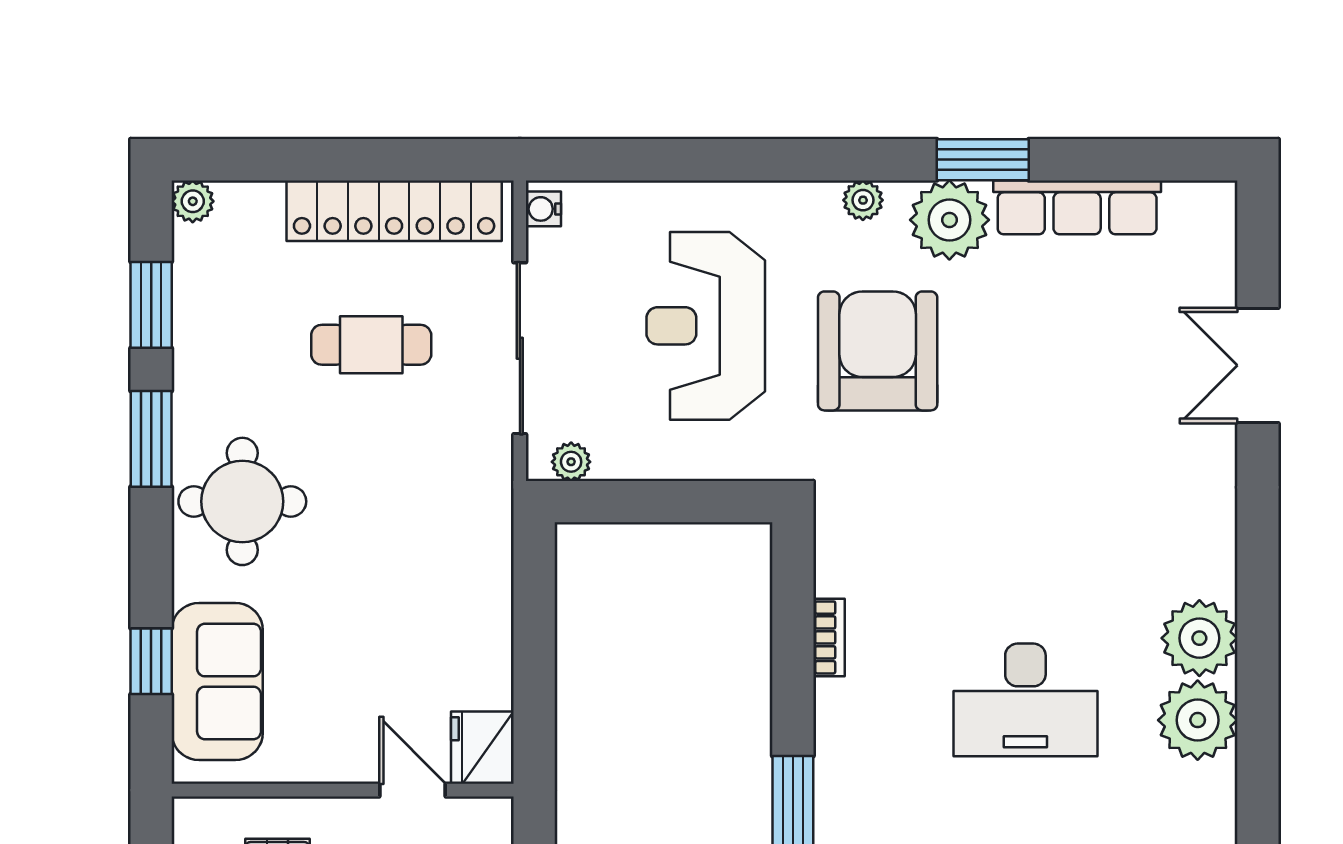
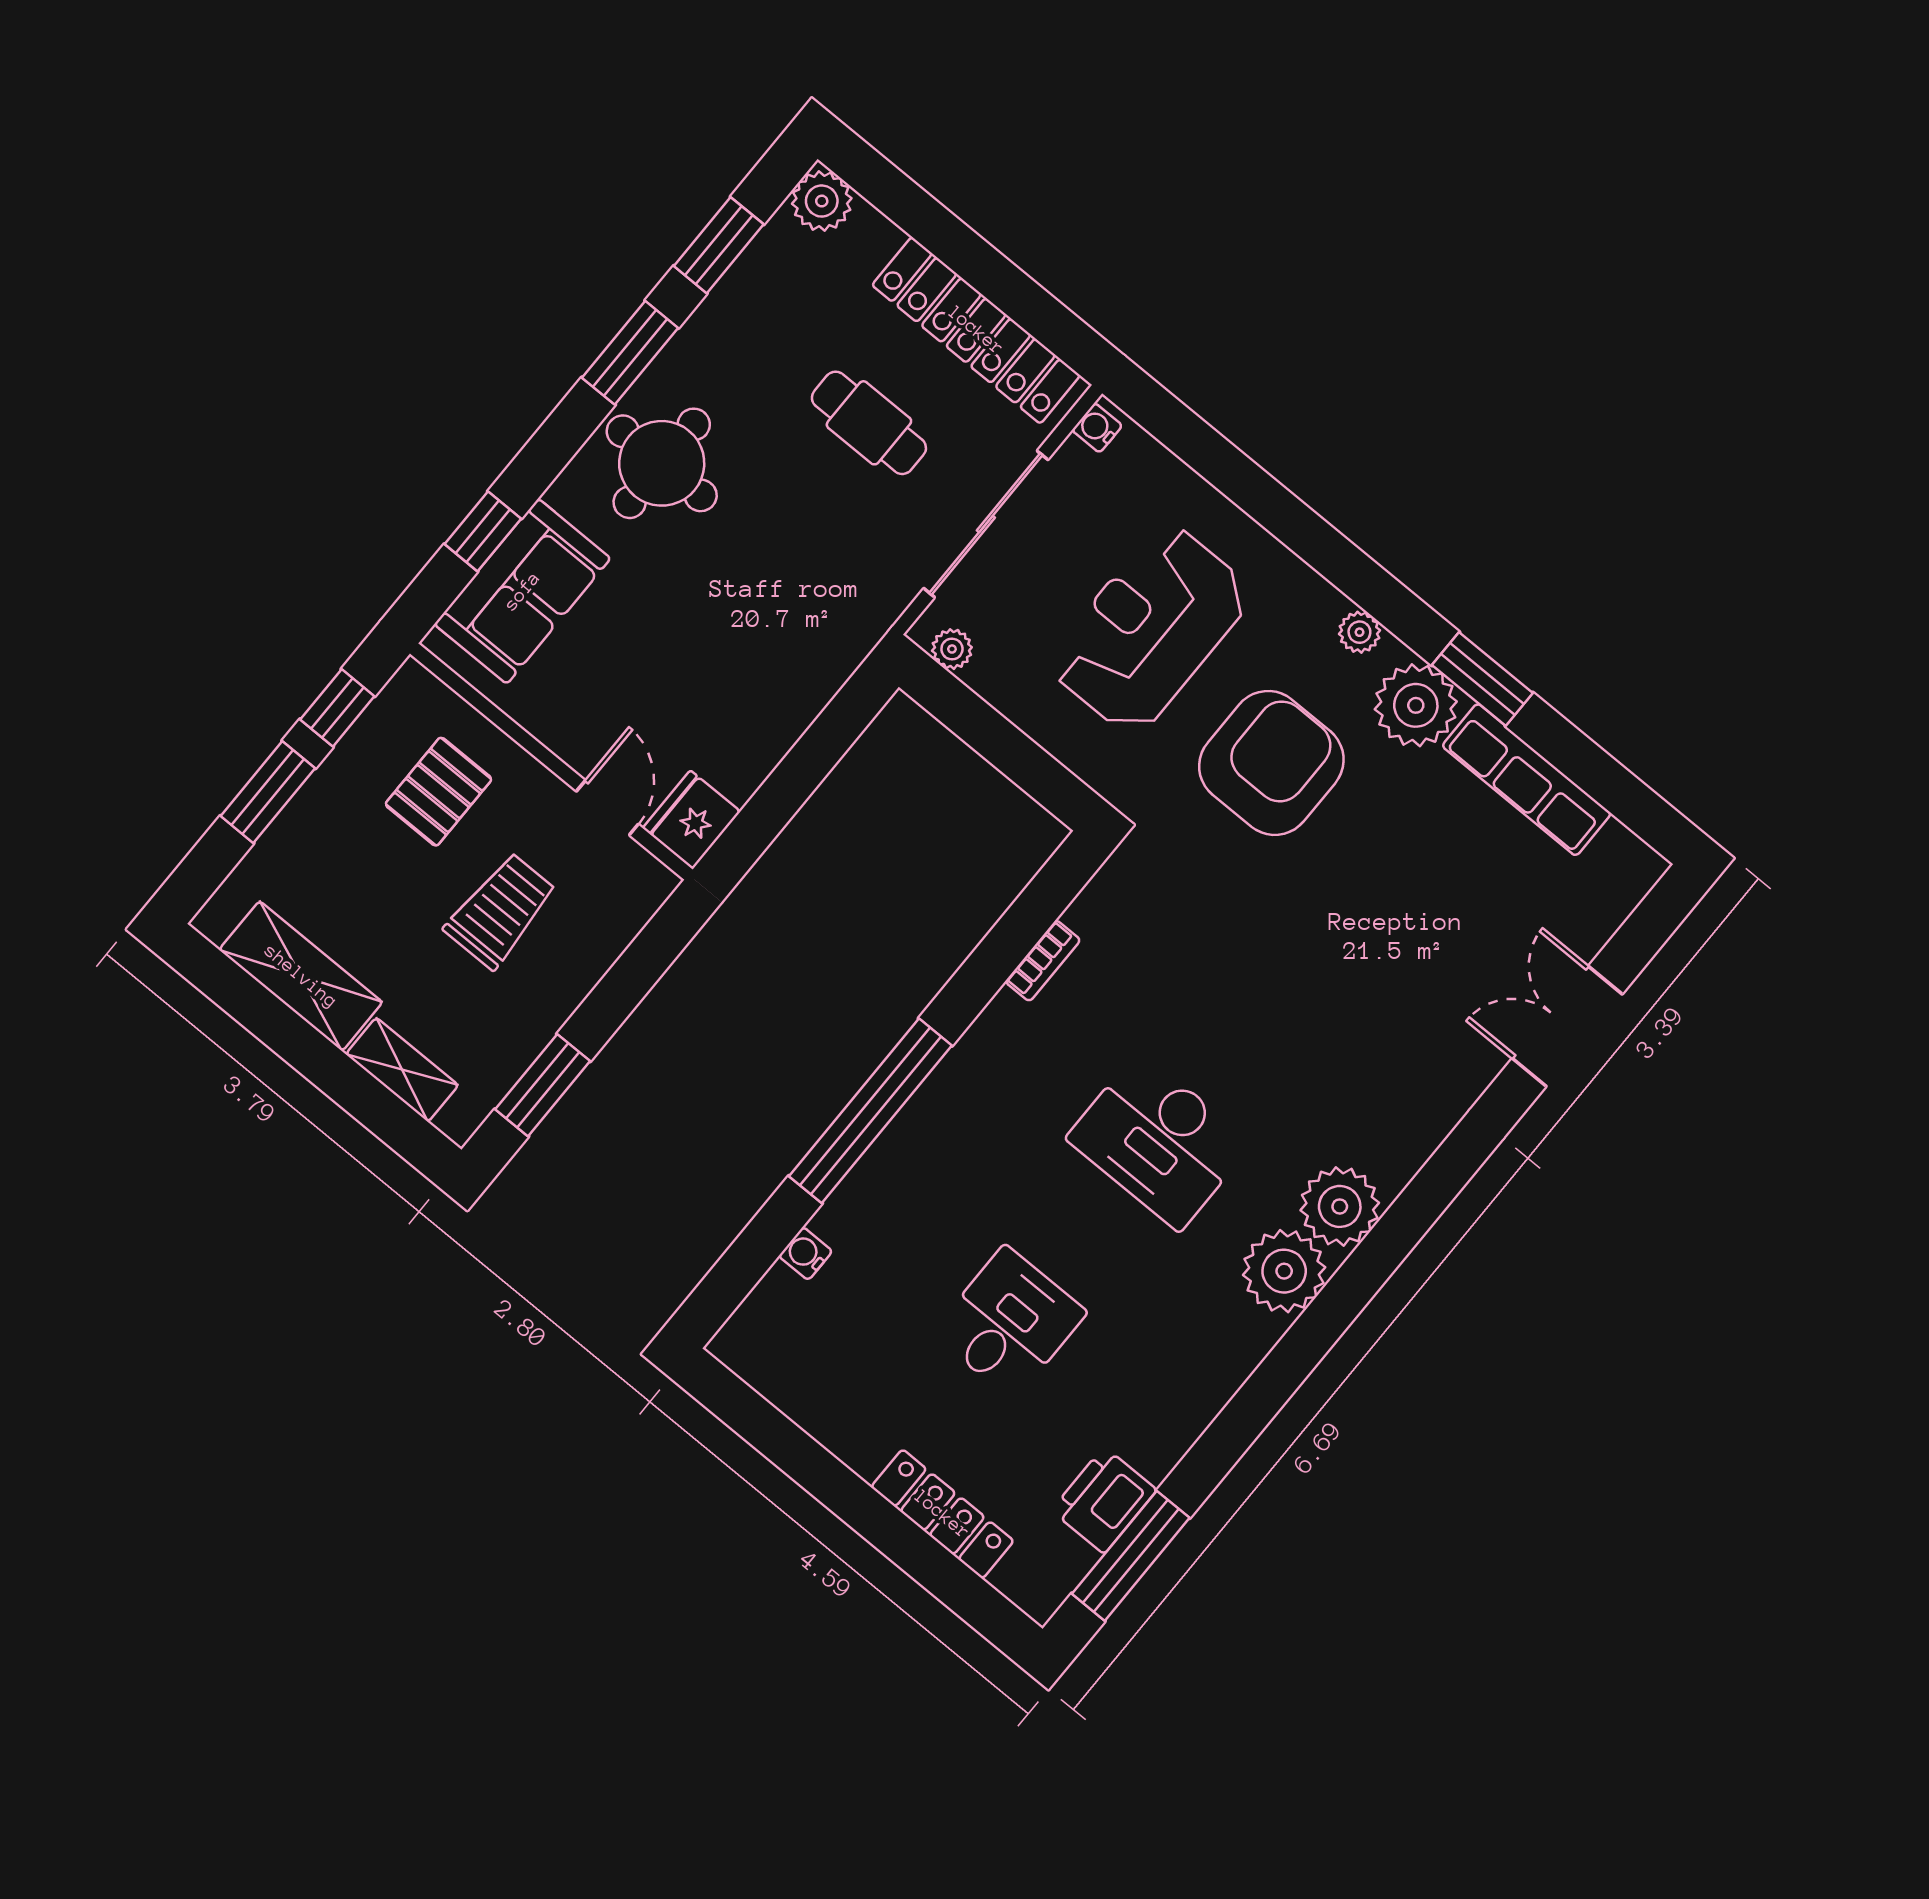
plant: (193, 201) -> (822, 201), width x1.38, depth x1.38

